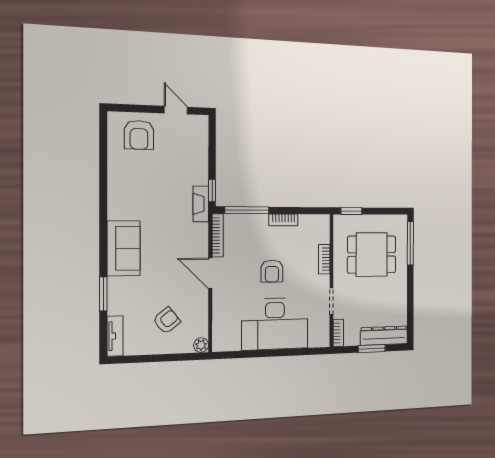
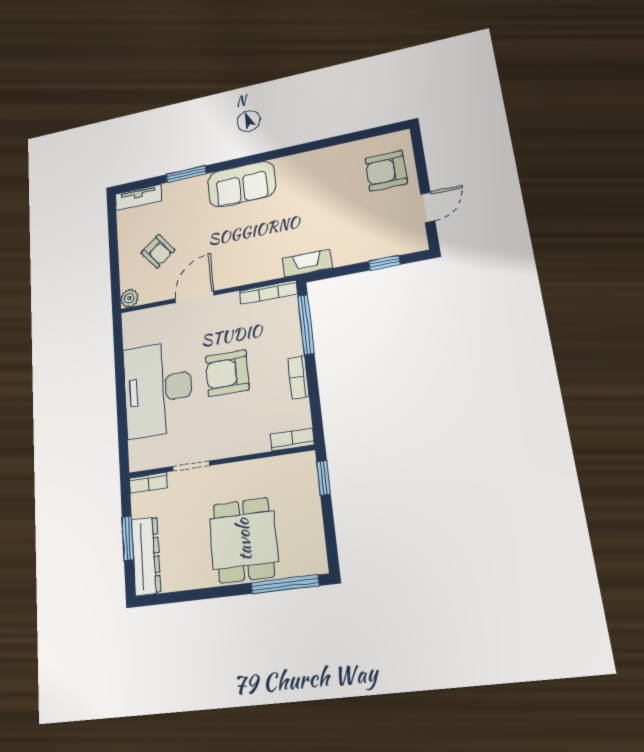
window: (212, 191) -> (384, 263), moved
dining table: (372, 254) -> (244, 540), moved
bookcase: (324, 259) -> (292, 439), moved
armchair: (272, 271) -> (227, 373), width x1.38, depth x1.38
door: (210, 273) -> (195, 297), moved

